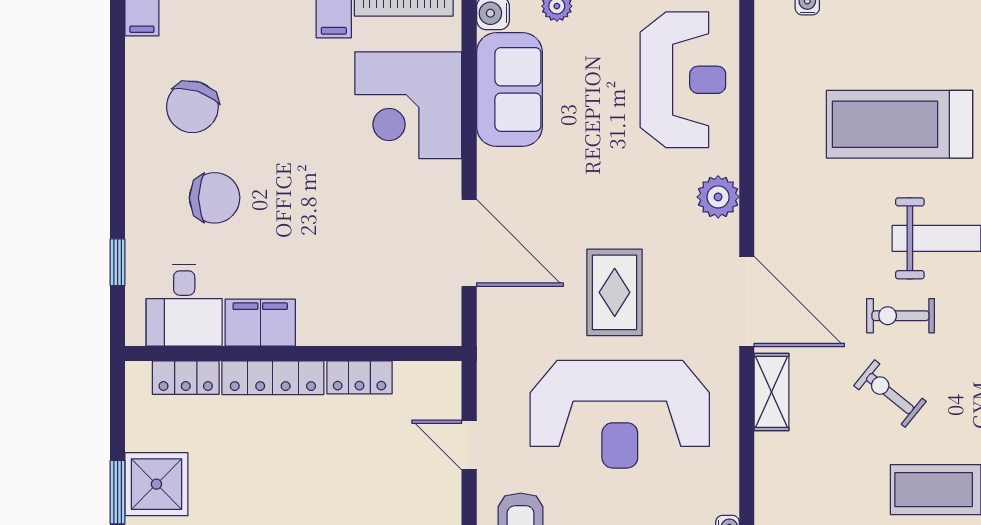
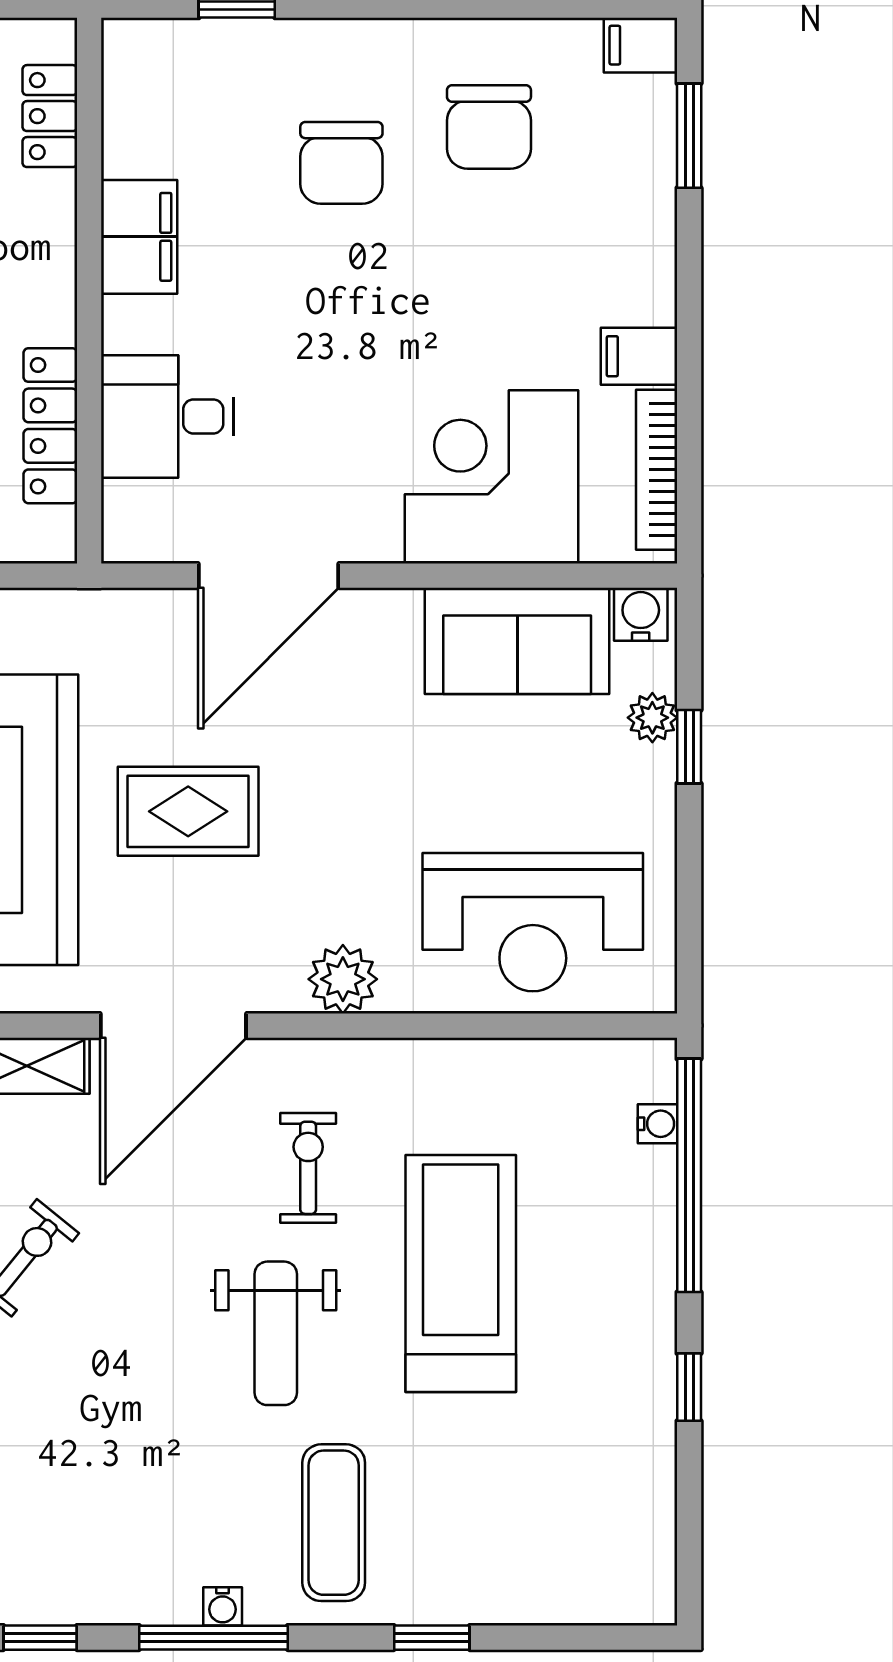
chair: (192, 107) -> (489, 127), turned -108
desk: (184, 305) -> (167, 416), moved
exercise bike: (900, 316) -> (308, 1168), moved
locker: (359, 377) -> (50, 426), width x1.53
locker: (273, 378) -> (50, 257), removed

